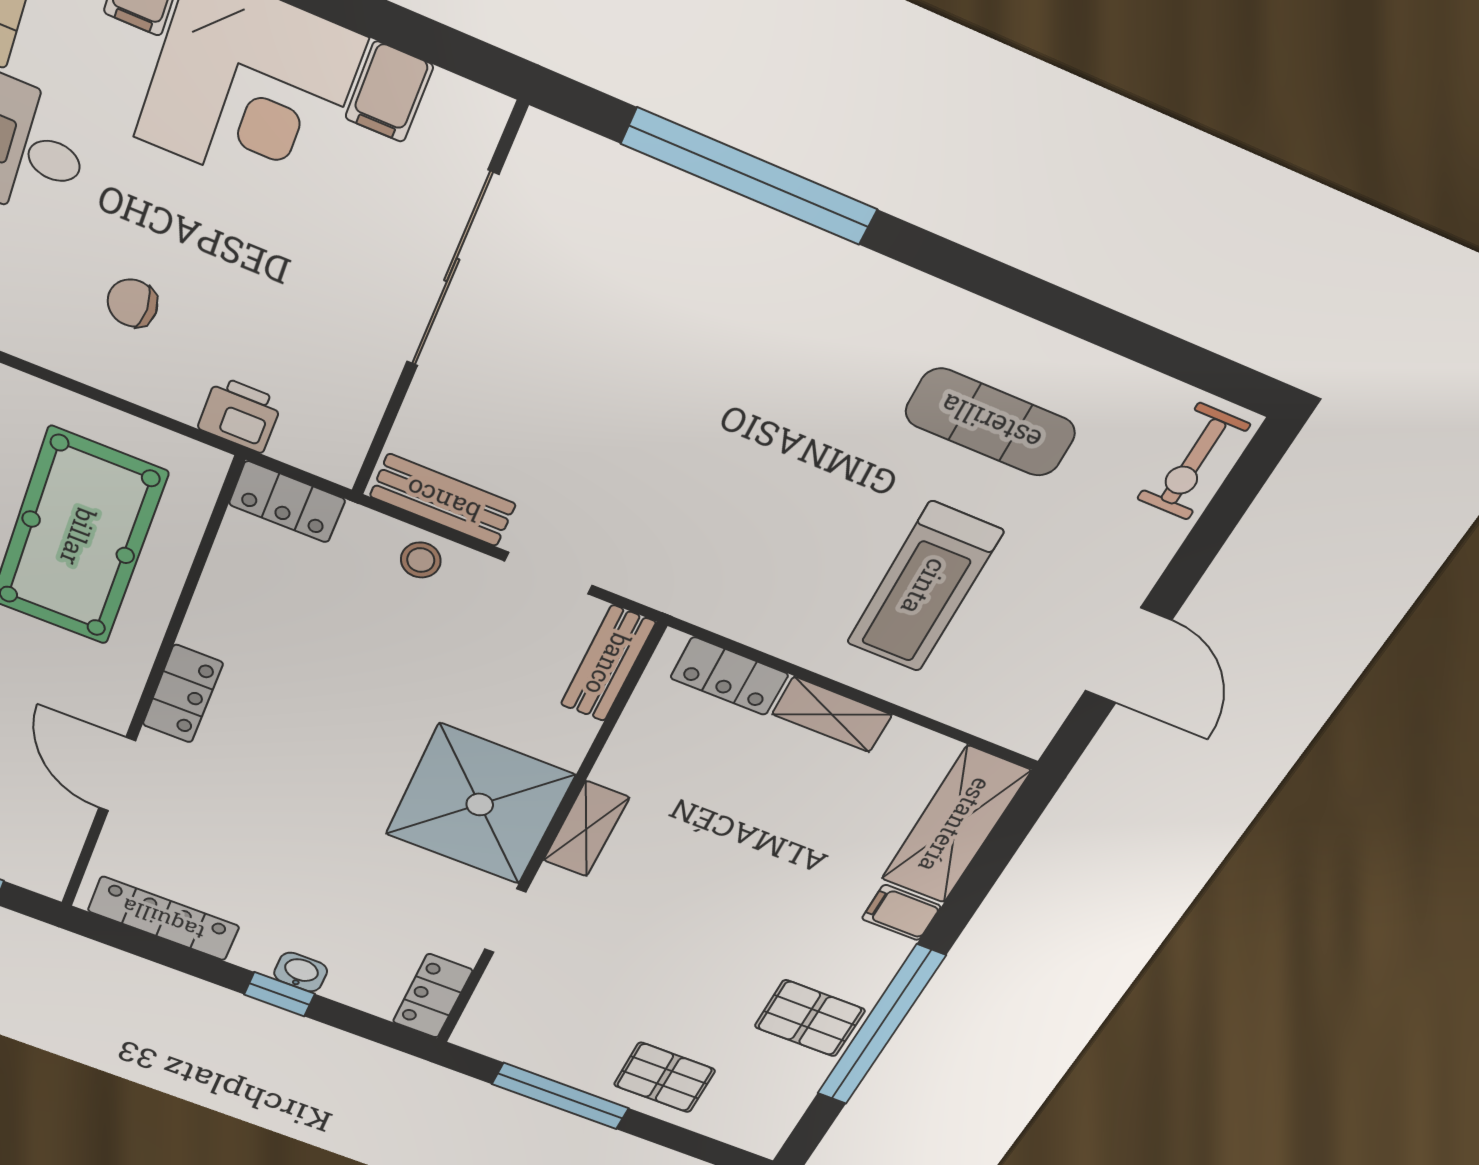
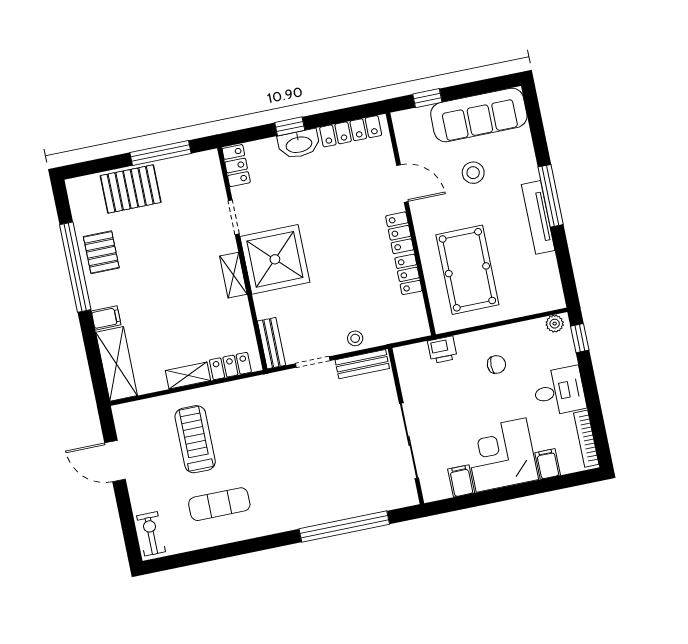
locker: (287, 502) -> (408, 274), moved, turned -90
washbasin: (301, 972) -> (299, 144), width x1.91, depth x1.45
pallet: (810, 1018) -> (101, 252), turned 90
pallet: (664, 1077) -> (131, 189), width x1.50, depth x1.42

